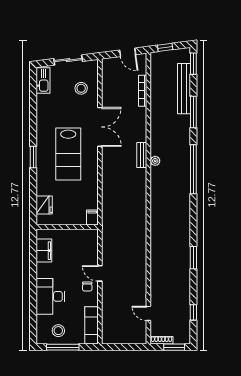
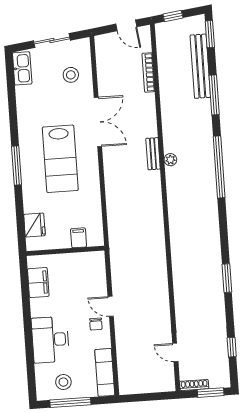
window: (33, 157) -> (16, 166), width x1.44
filing cabinet: (92, 217) -> (79, 238), moved

